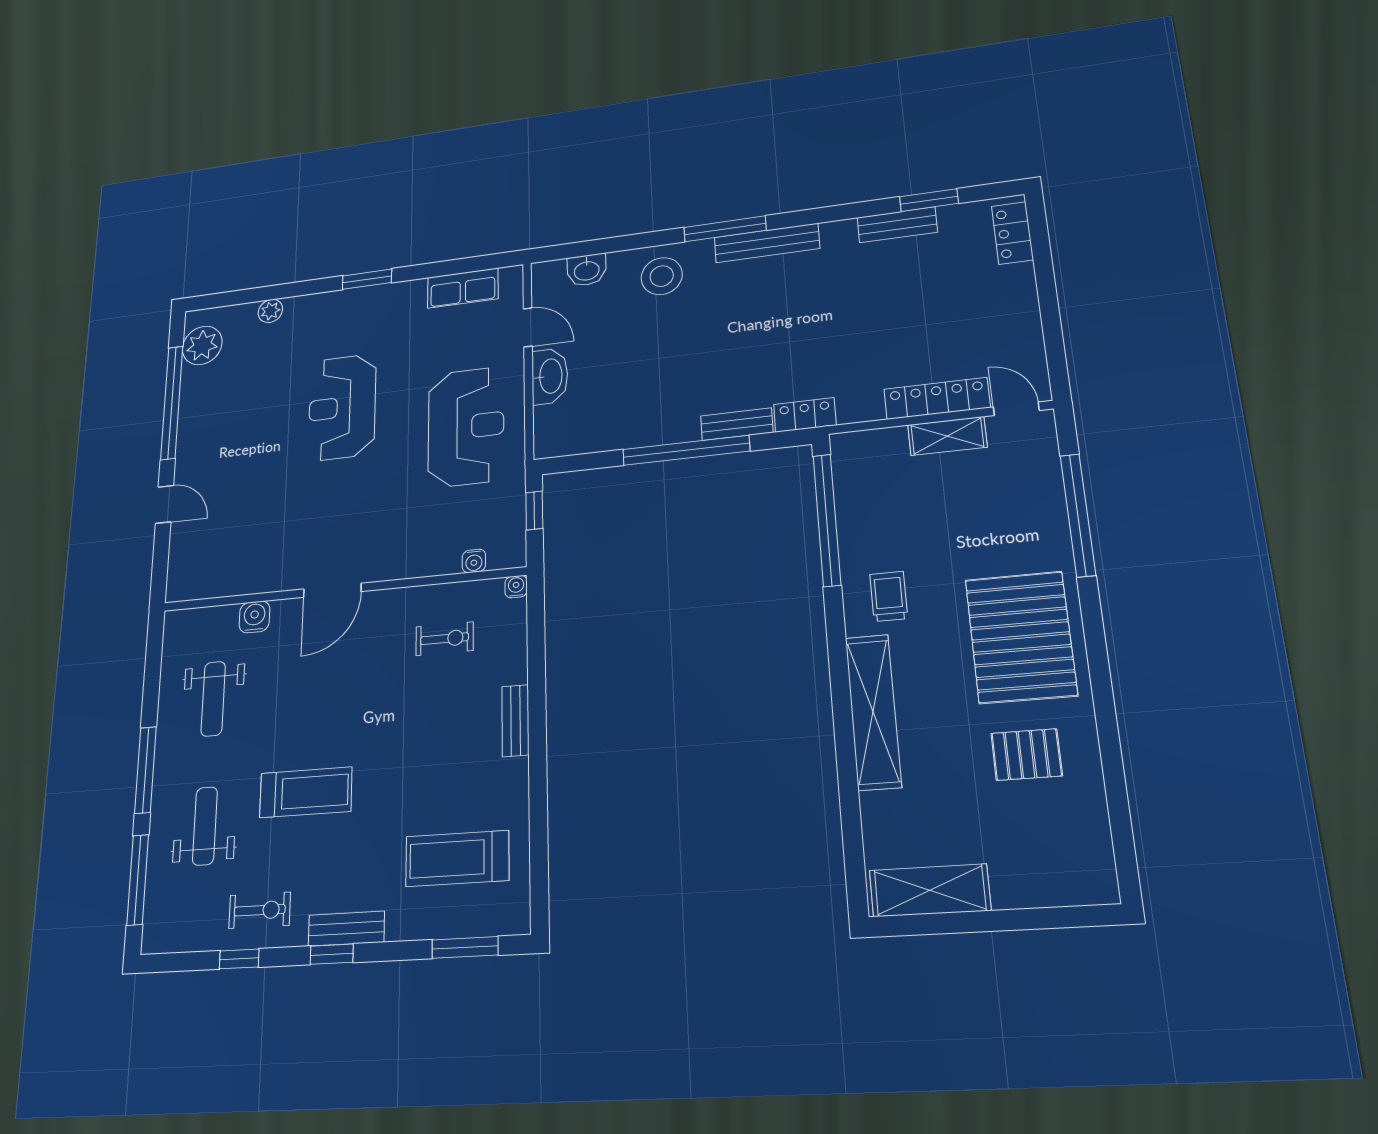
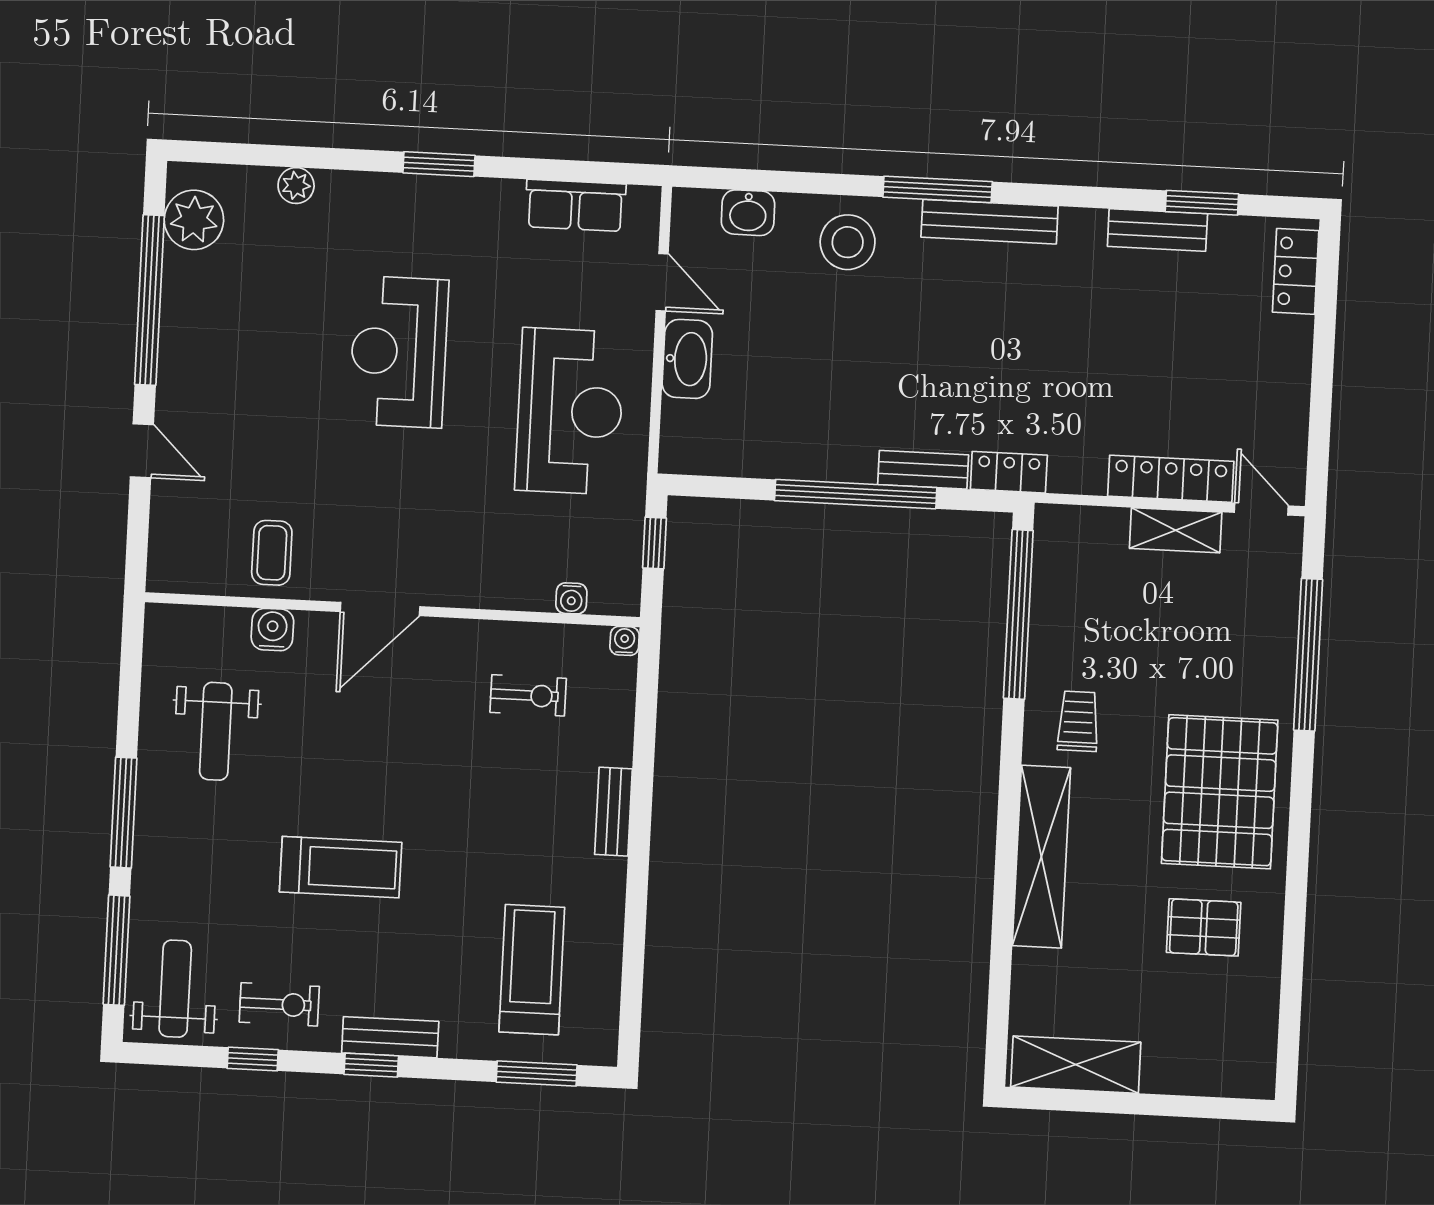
coffee table: (254, 561) -> (272, 553), added
weight bench: (205, 826) -> (175, 989), moved
treadmill: (457, 858) -> (532, 970), turned 90

